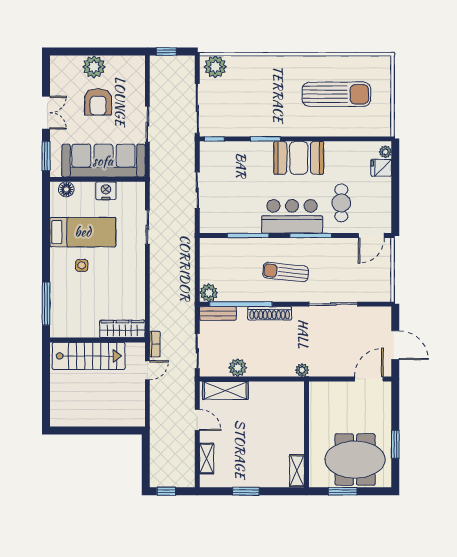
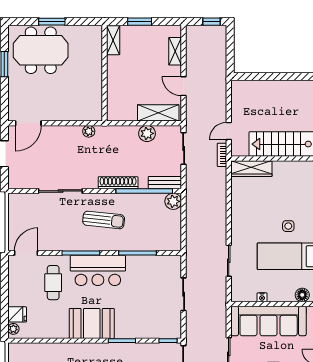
nightstand: (106, 191) -> (262, 297), width x0.53, depth x0.56
wall: (306, 434) -> (105, 73), moved
shelving: (297, 471) -> (113, 40), moved

